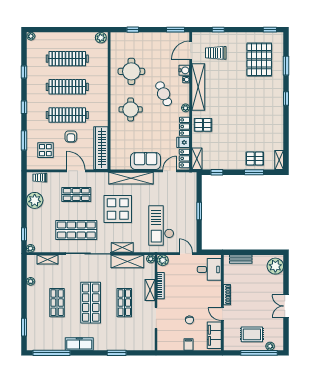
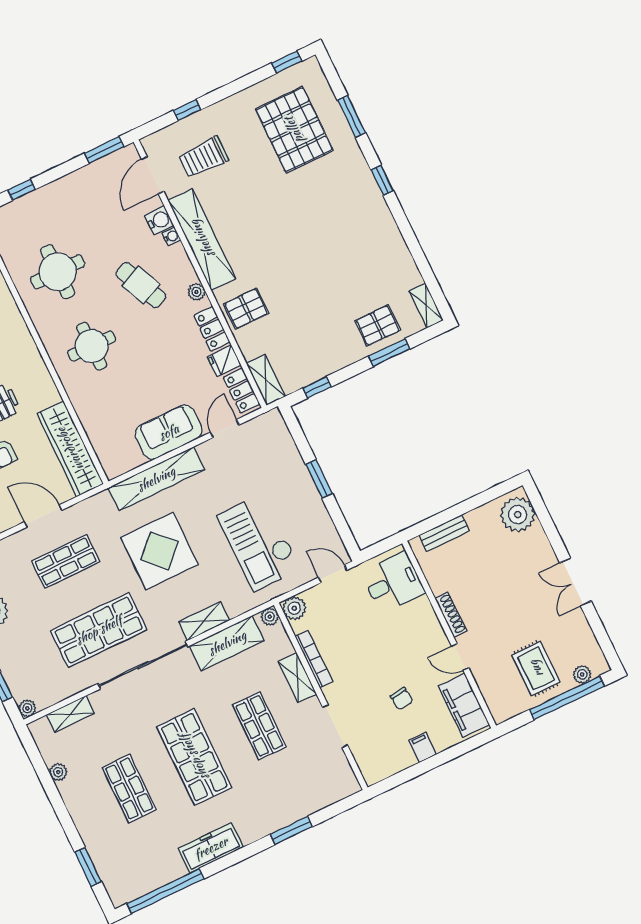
rug: (252, 334) -> (536, 669), turned 90

